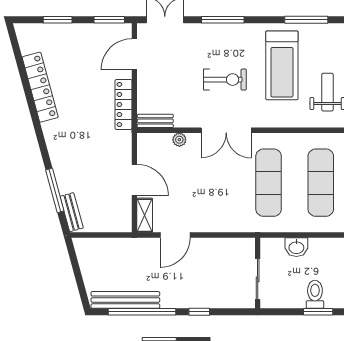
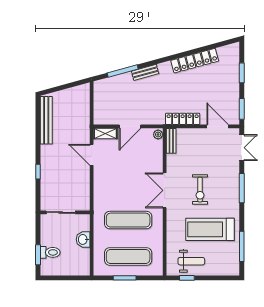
plant: (179, 140) -> (158, 134), moved
bench: (72, 212) -> (145, 72), moved
window: (142, 312) -> (38, 132), removed

